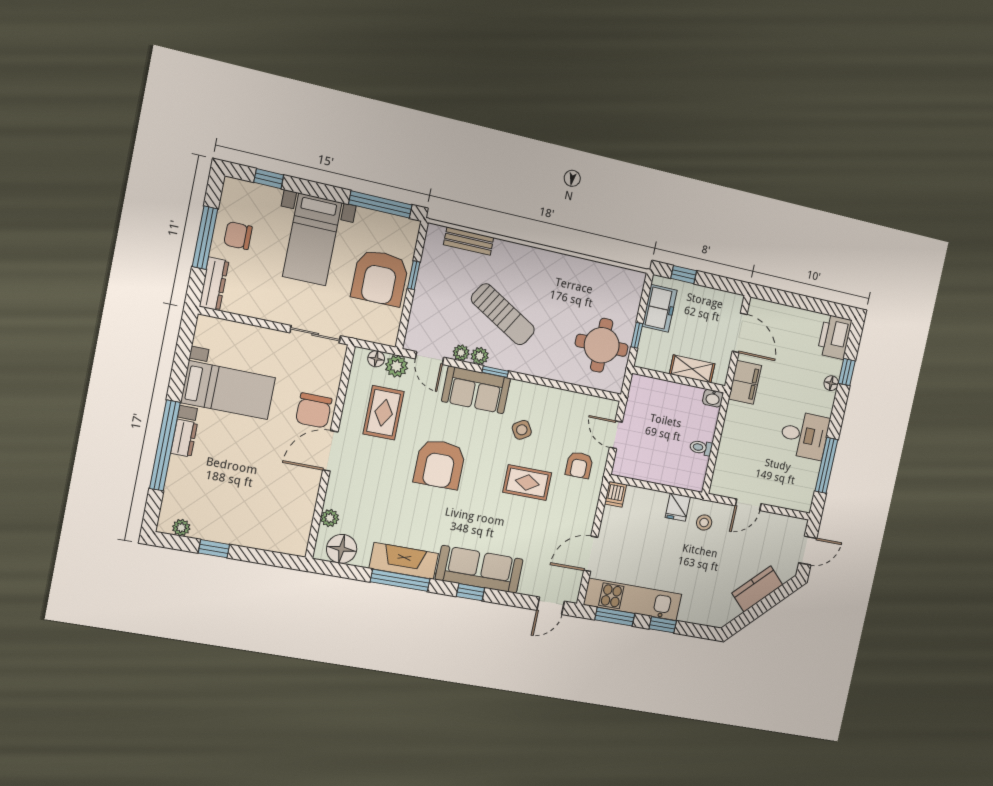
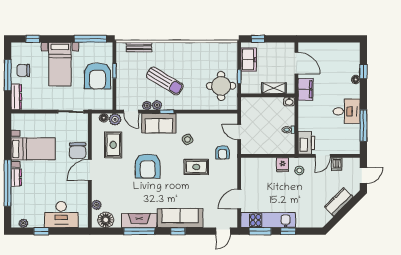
printer: (835, 337) -> (306, 143), moved, turned 180
dishwasher: (616, 494) -> (337, 164), moved
desk: (259, 524) -> (61, 215), added

